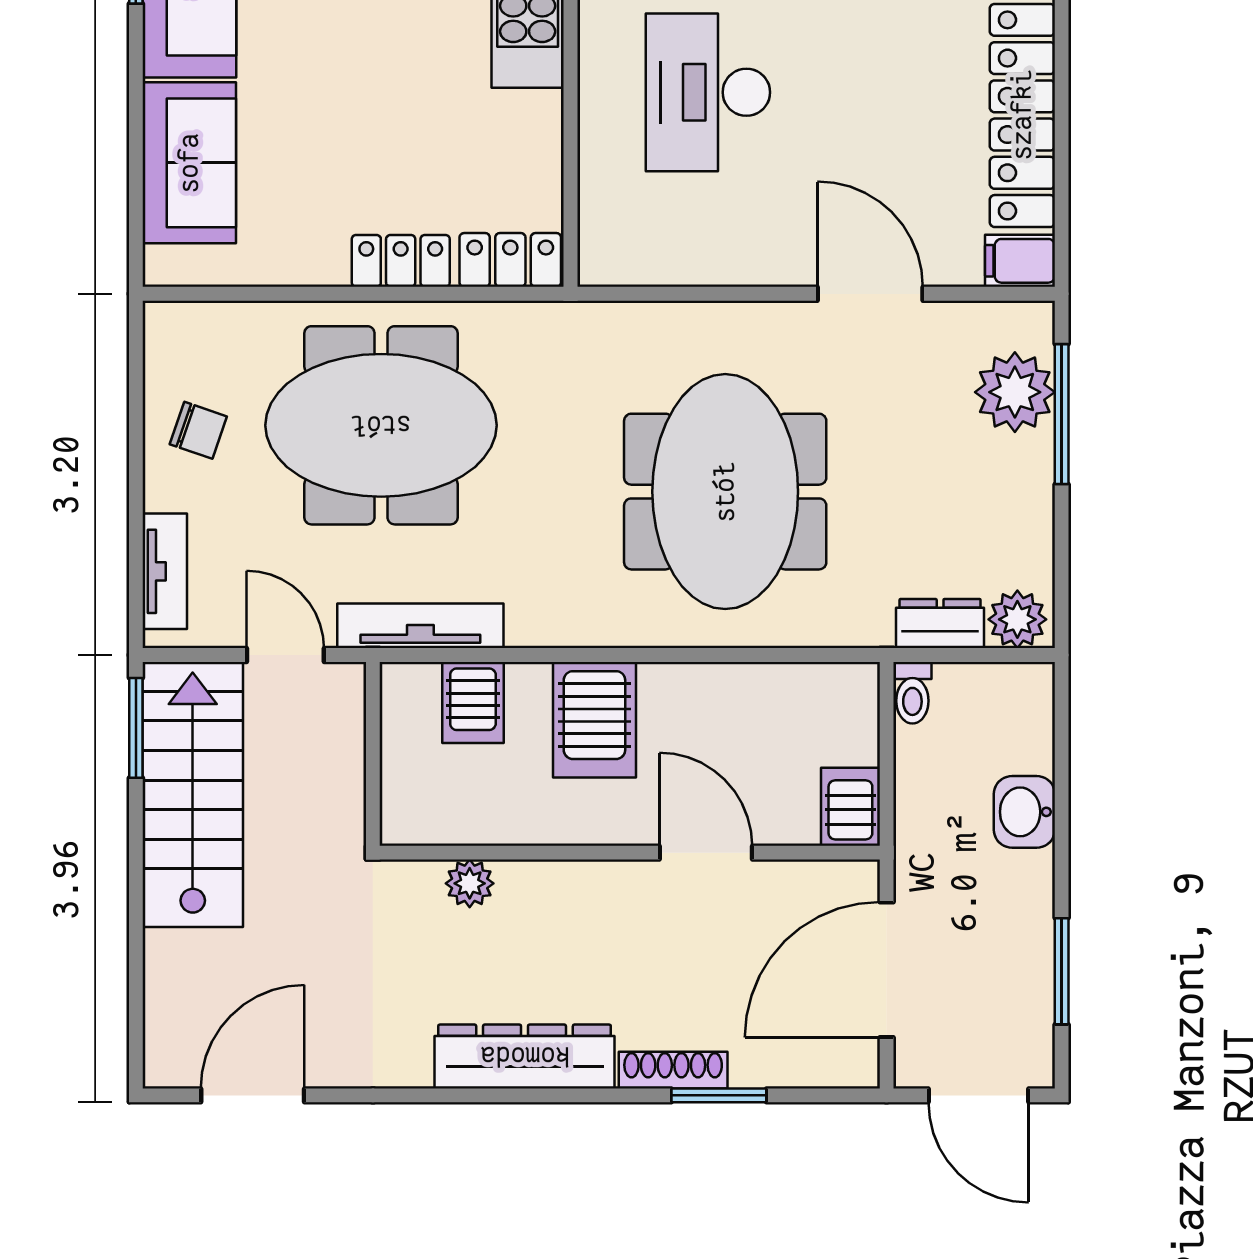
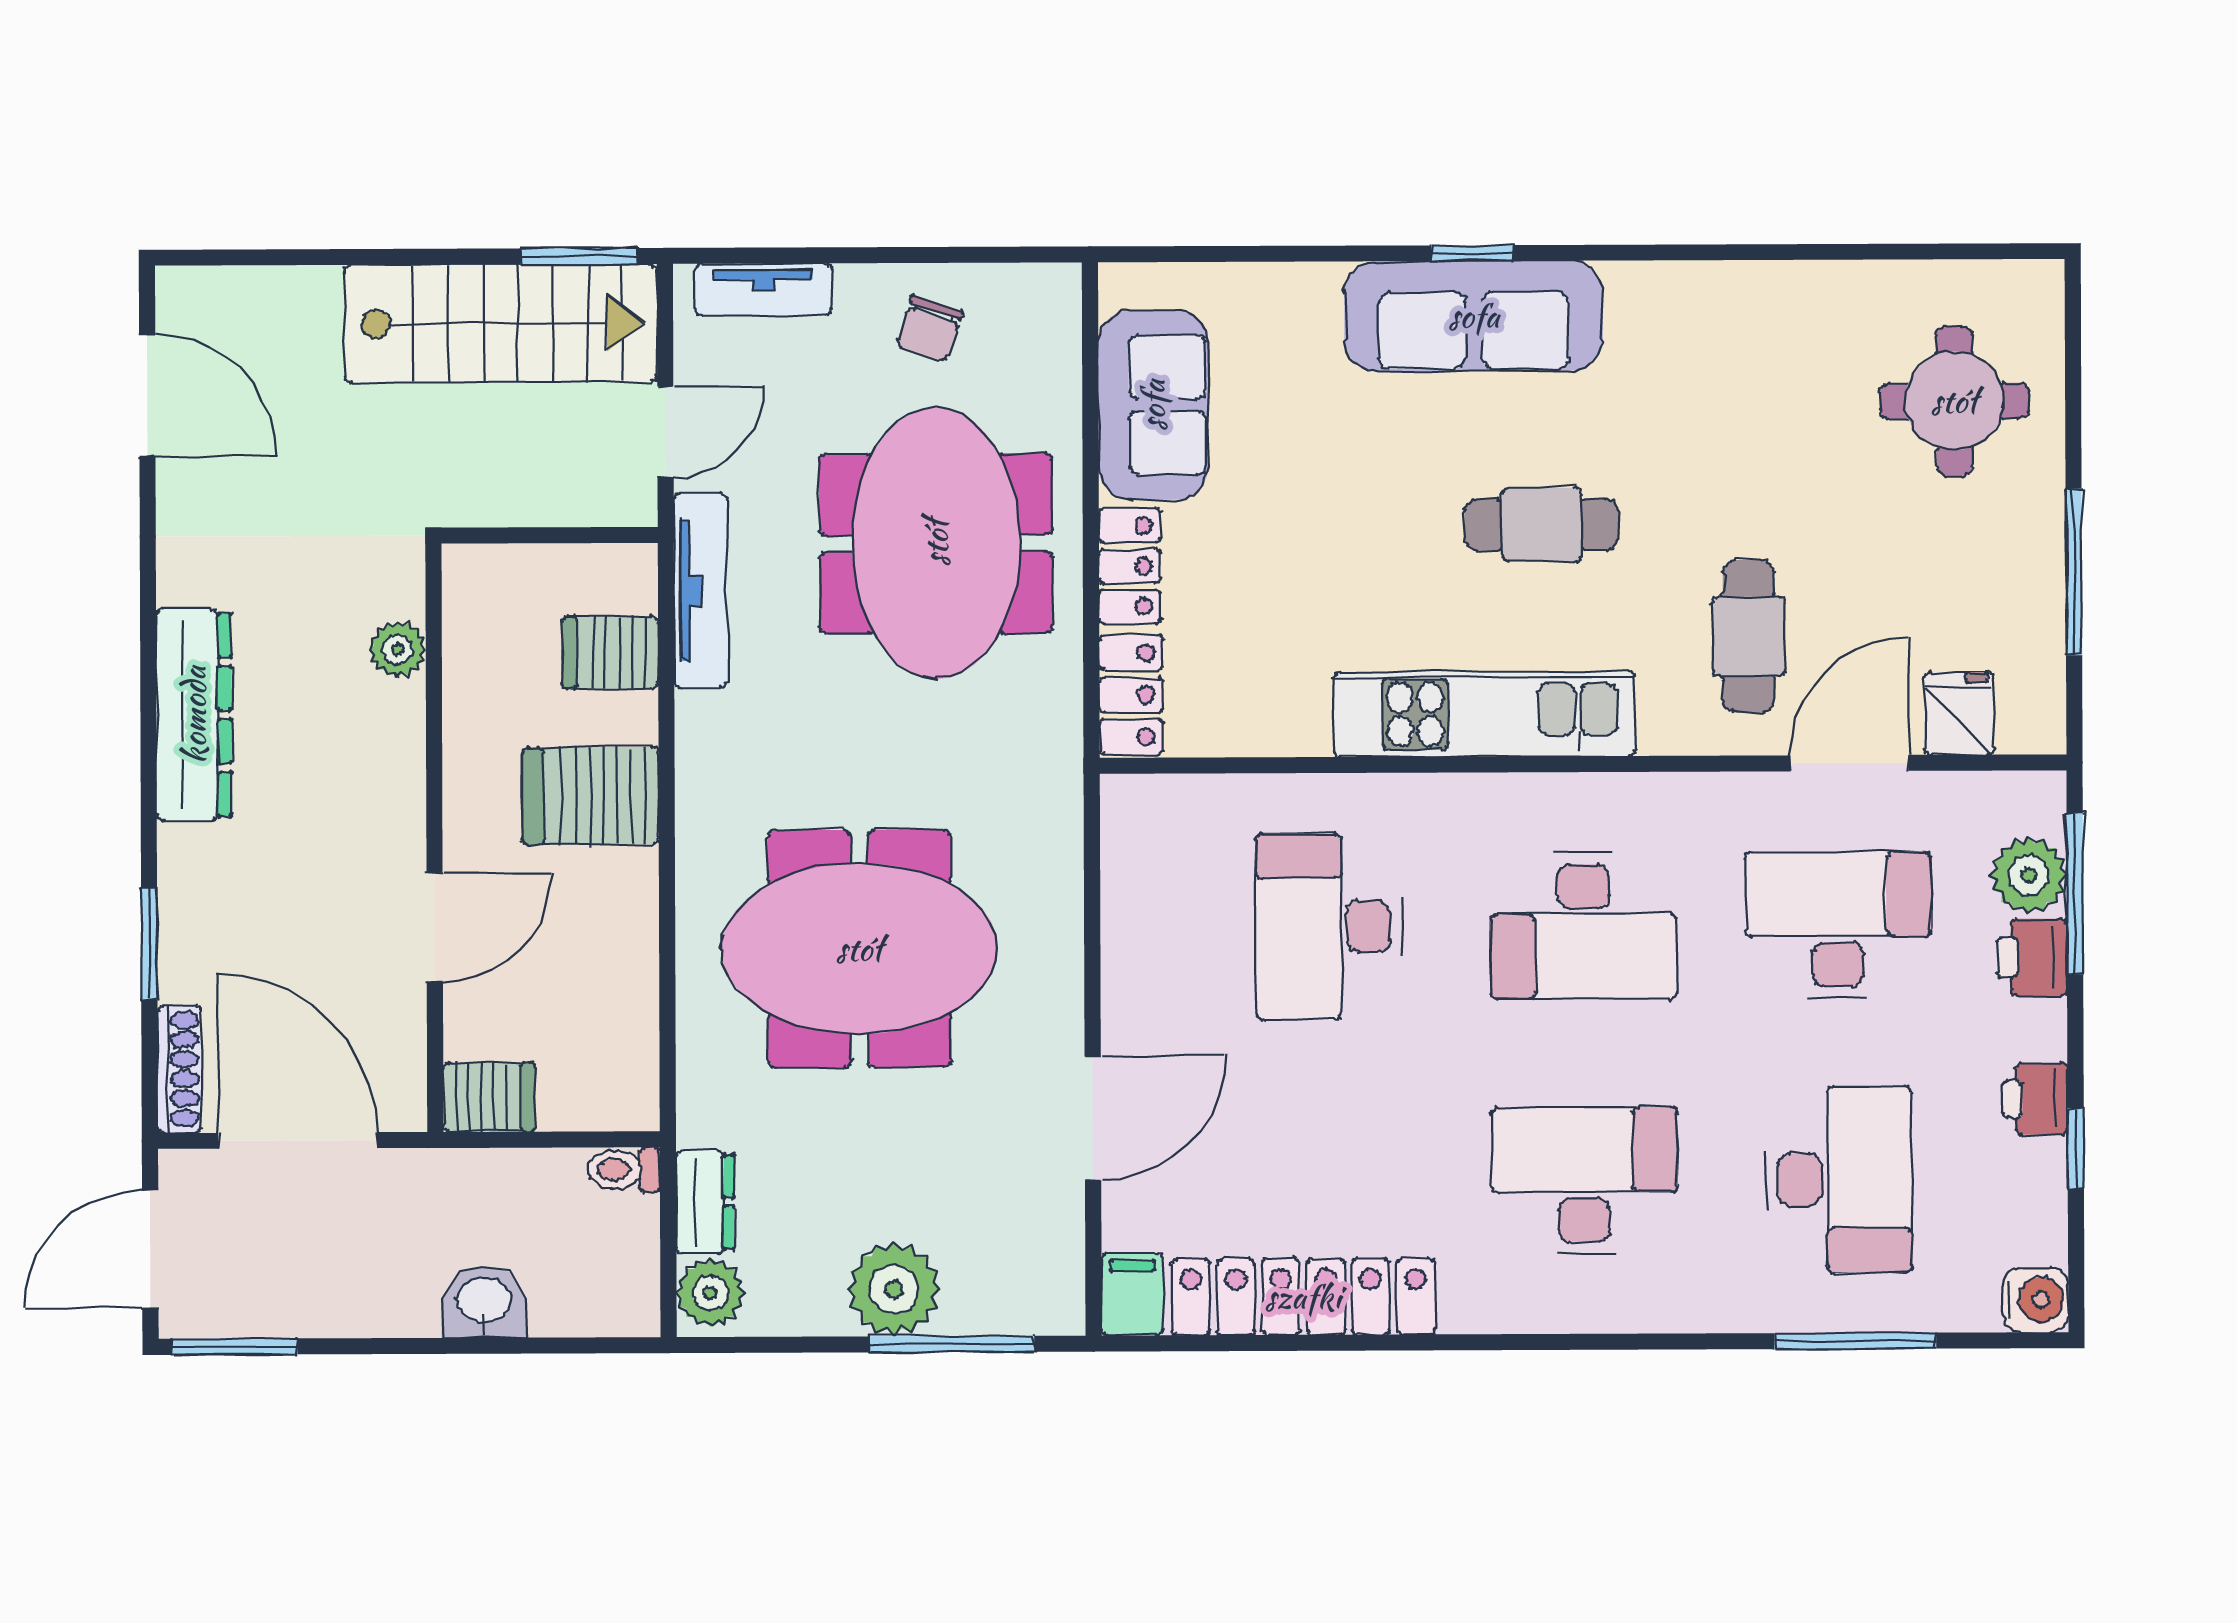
desk: (708, 92) -> (1329, 927), turned -90
sofa: (189, 163) -> (1153, 405), moved, turned -90
plant: (1015, 392) -> (894, 1289), moved
window: (1062, 971) -> (235, 1347), moved
shoe rack: (673, 1070) -> (179, 1069), moved

